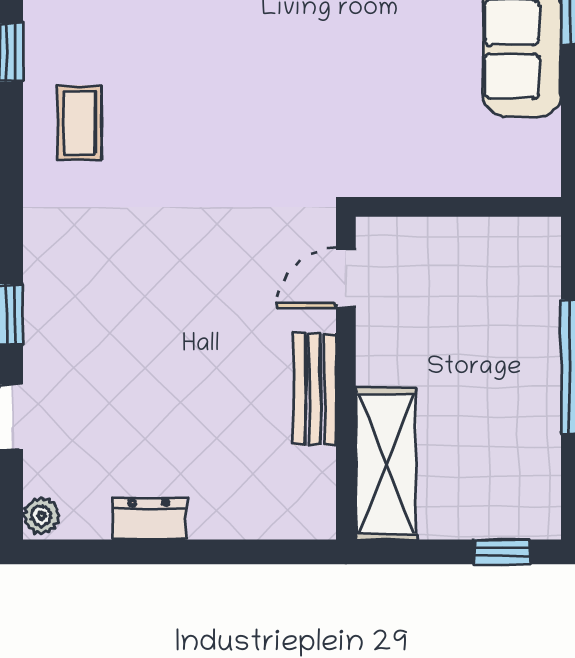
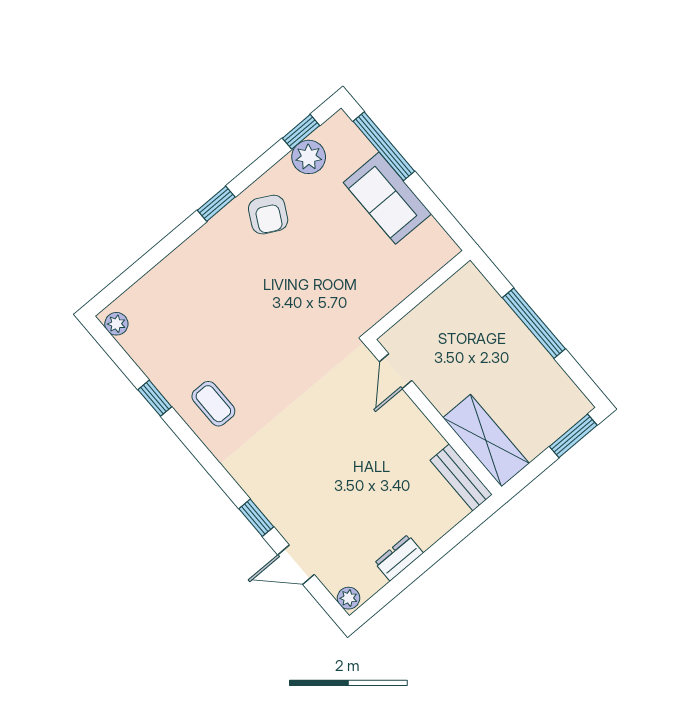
bench: (315, 390) -> (461, 477), moved
window: (502, 552) -> (573, 436), width x1.50

